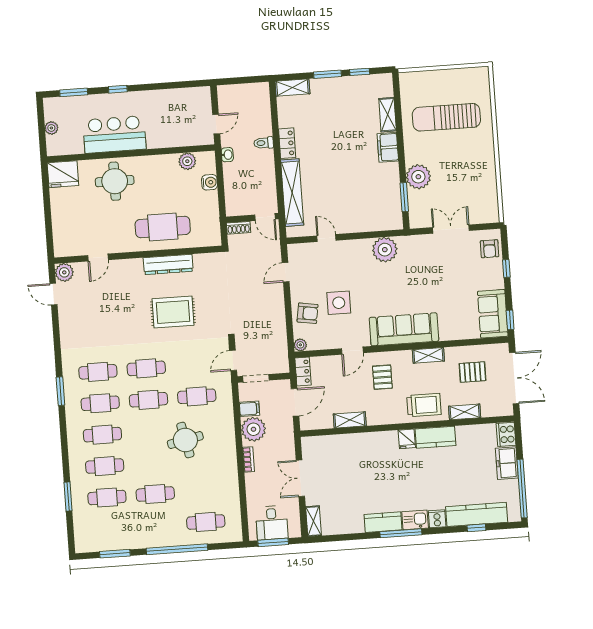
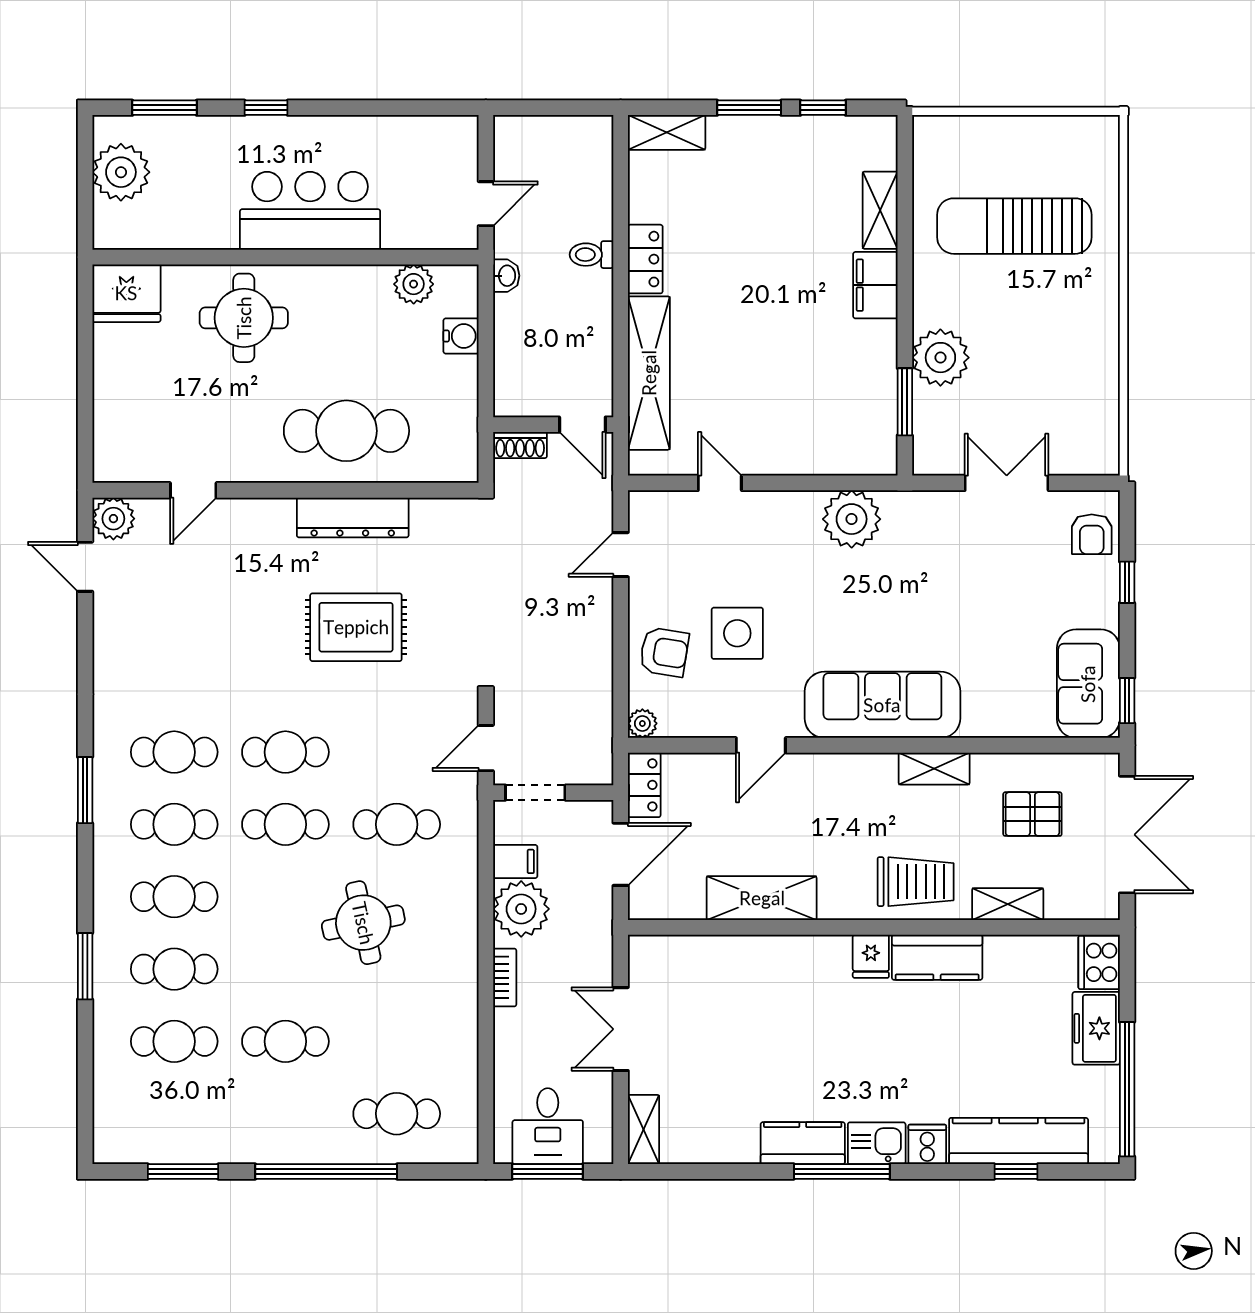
plant: (51, 128) -> (121, 172), width x1.87, depth x1.87
bar counter: (114, 134) -> (310, 211), moved
pallet: (382, 377) -> (825, 811), removed
shelving: (350, 420) -> (762, 898), width x1.50, depth x1.33
window: (68, 497) -> (85, 966), moved

